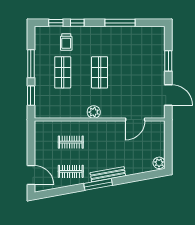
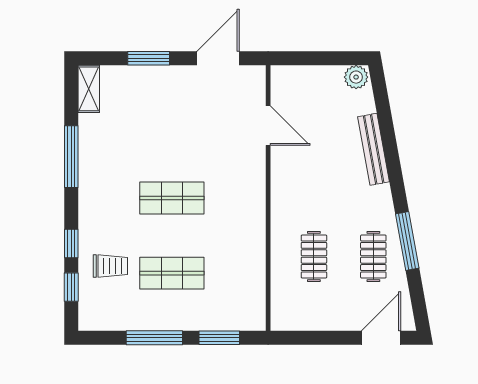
shelving: (153, 31) -> (89, 89), added
plant: (94, 112) -> (253, 210), removed
bench: (108, 174) -> (374, 149), moved
window: (98, 184) -> (407, 241), moved

